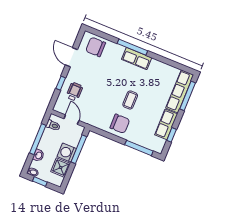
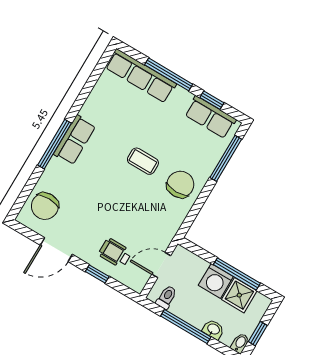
window: (188, 96) -> (169, 74), moved
row of seats: (166, 124) -> (210, 117), moved
window: (79, 149) -> (237, 274), moved

